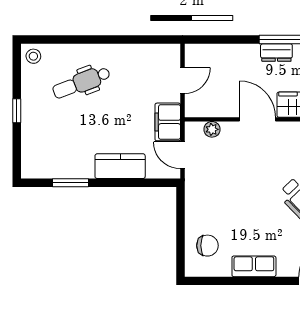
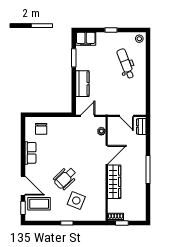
dresser: (276, 53) -> (141, 127), moved
filing cabinet: (168, 122) -> (86, 39), moved, turned 180

